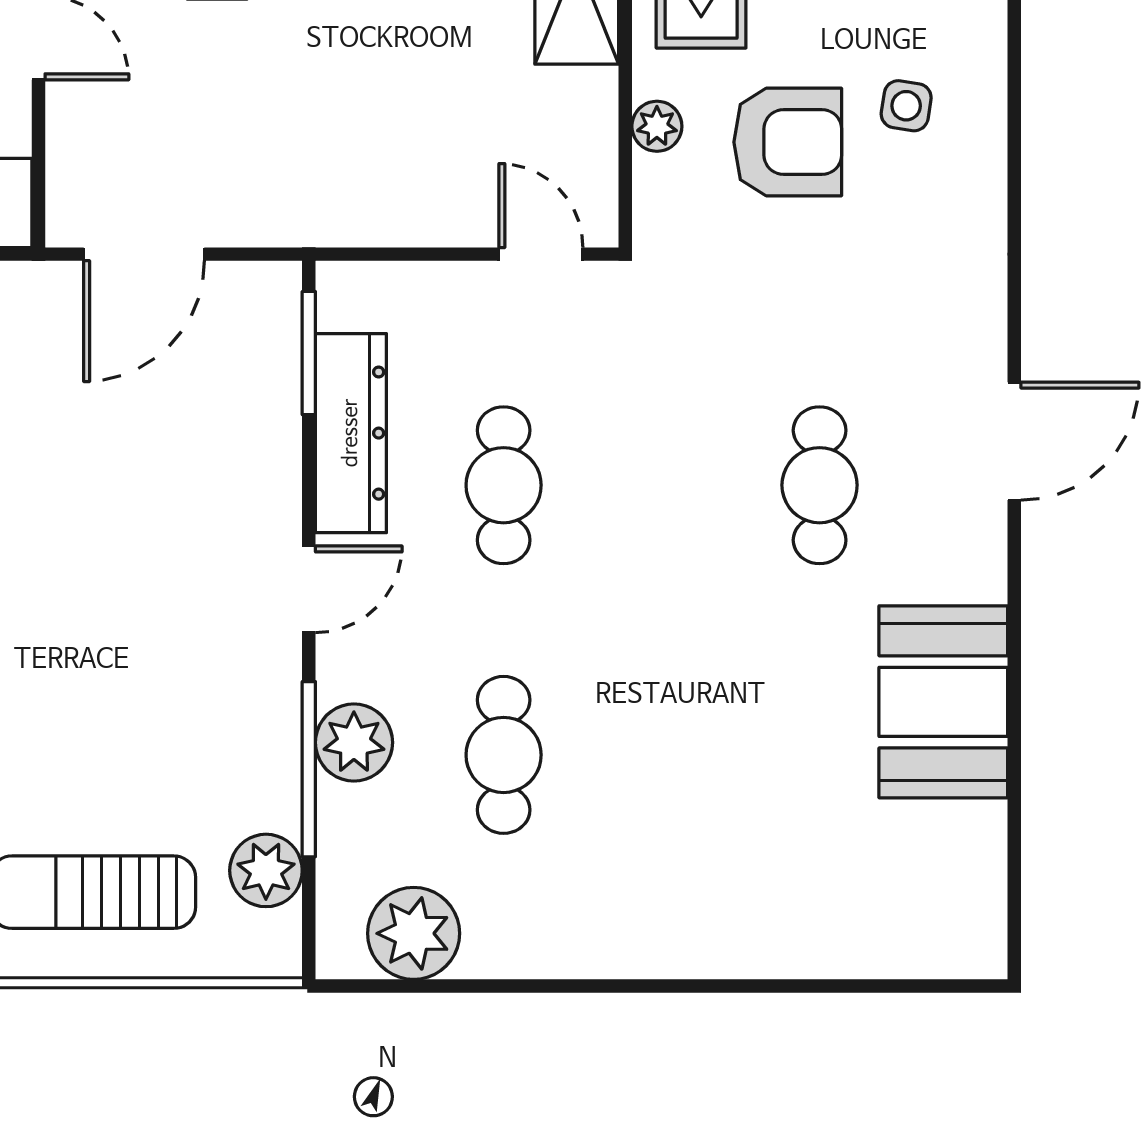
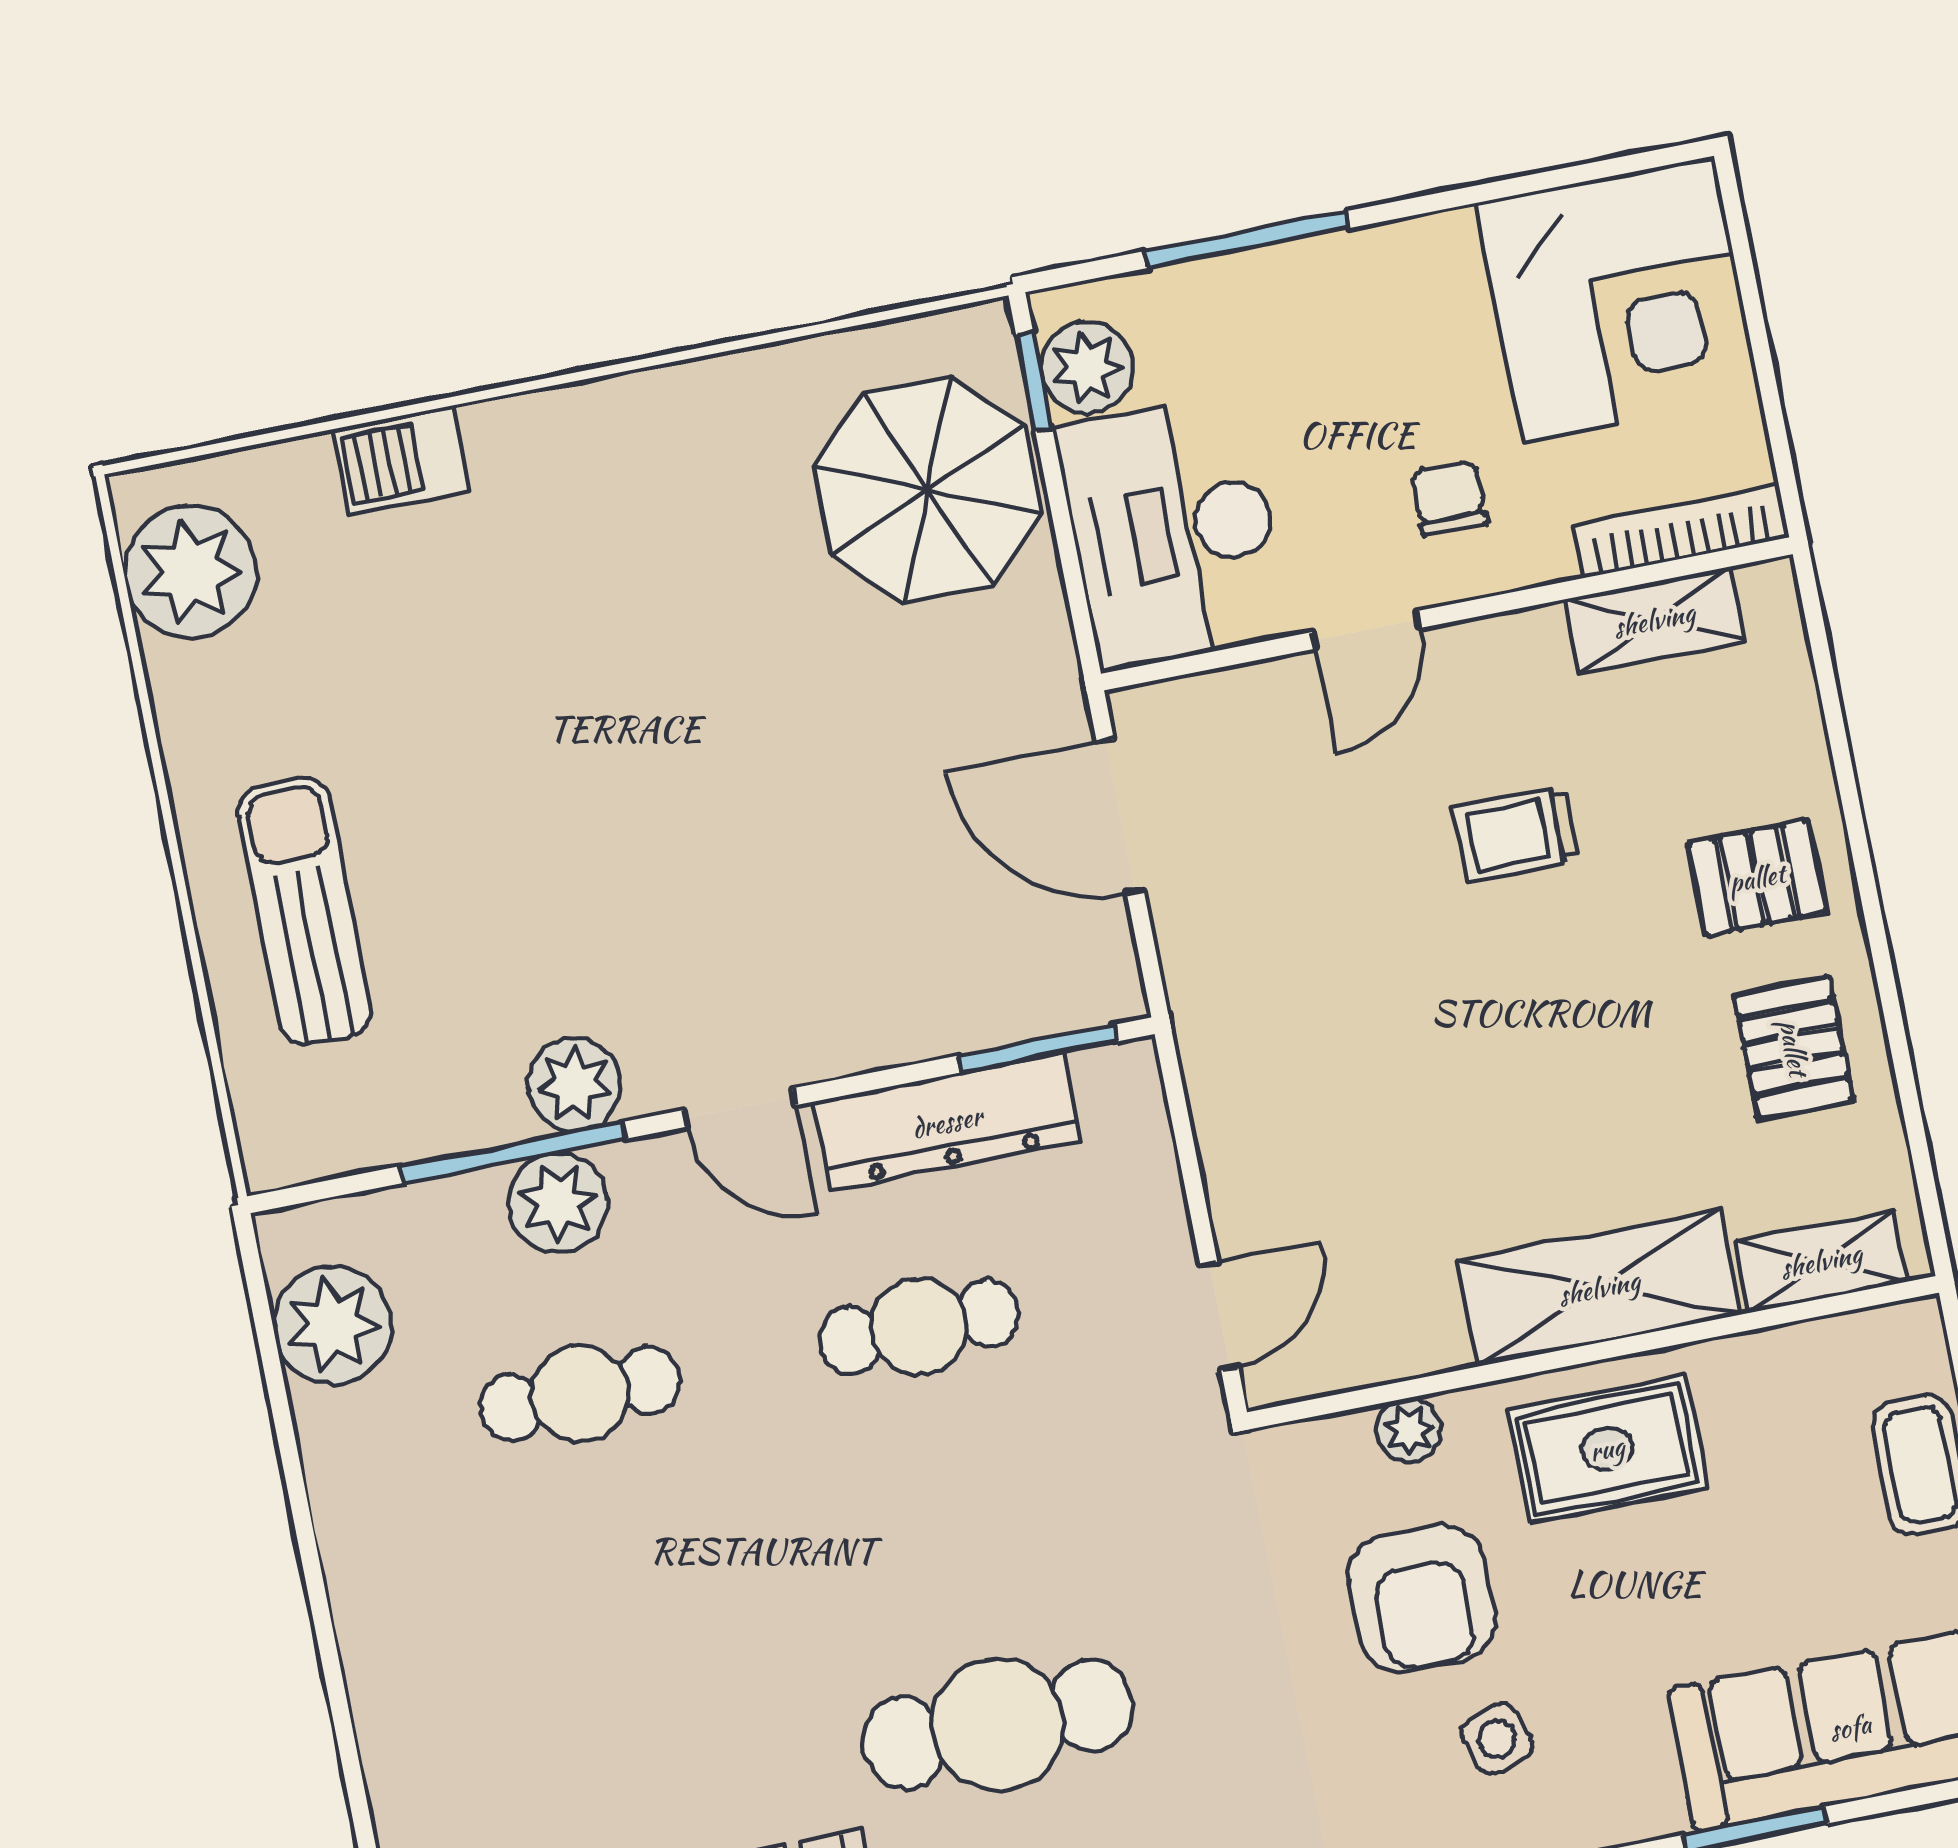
side table: (906, 106) -> (1497, 1739), turned -30
cafe table: (820, 485) -> (998, 1724), width x1.37, depth x1.35
plant: (266, 870) -> (574, 1084), moved

